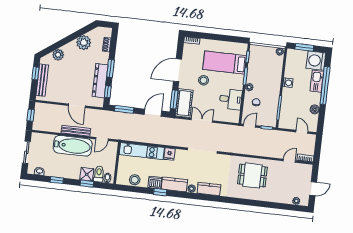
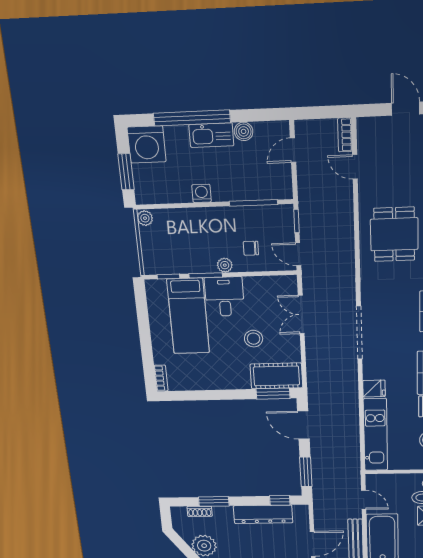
window: (111, 68) -> (214, 501), moved
door: (177, 70) -> (220, 395), removed
stool: (203, 80) -> (254, 339), moved
kitchen sink: (317, 81) -> (211, 135), moved
desk: (231, 99) -> (224, 297), moved
double door: (202, 120) -> (301, 314), moved

